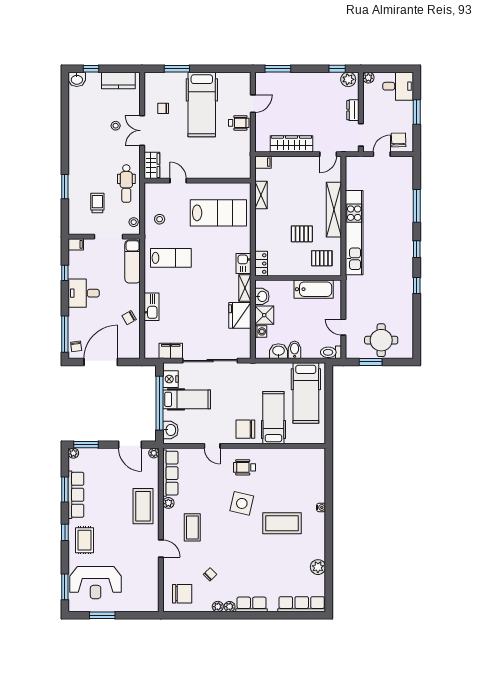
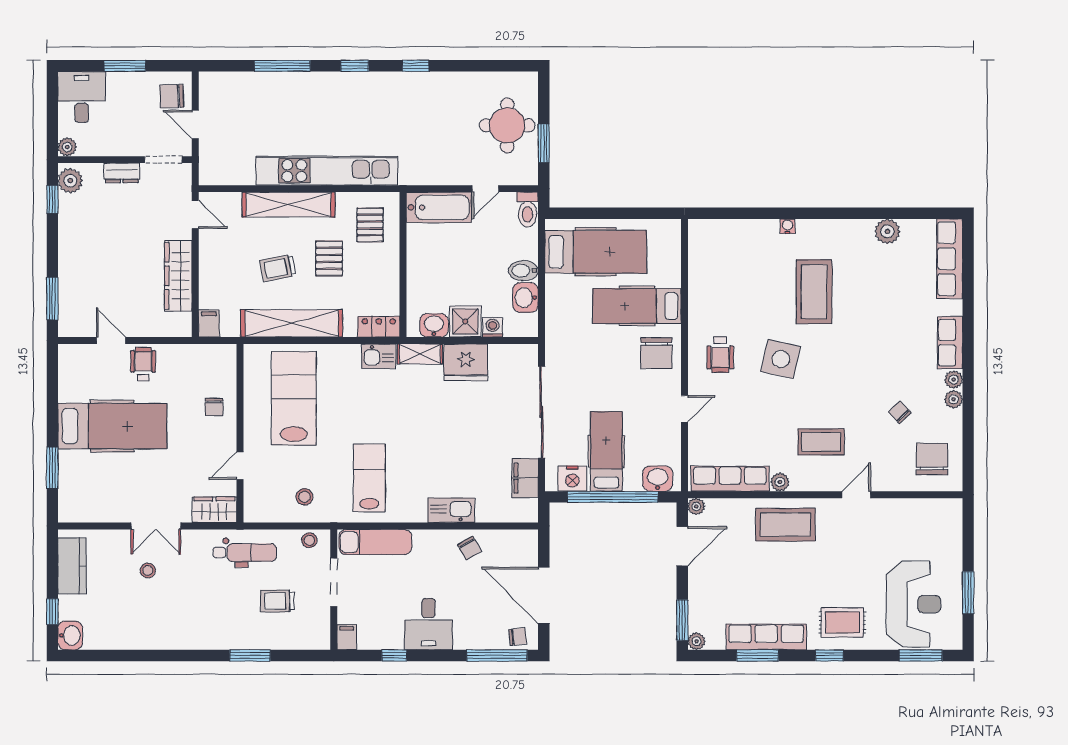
chair: (163, 108) -> (214, 407), moved
shelving: (261, 195) -> (292, 323), width x2.20, depth x1.33
trolley: (296, 203) -> (278, 268), added
bathtub: (314, 289) -> (439, 207), moved, turned 90

